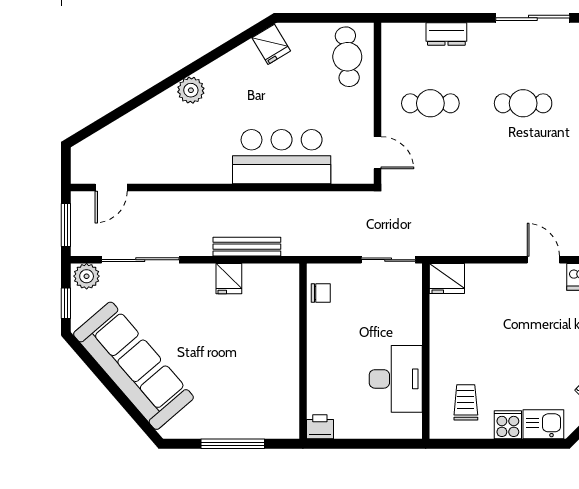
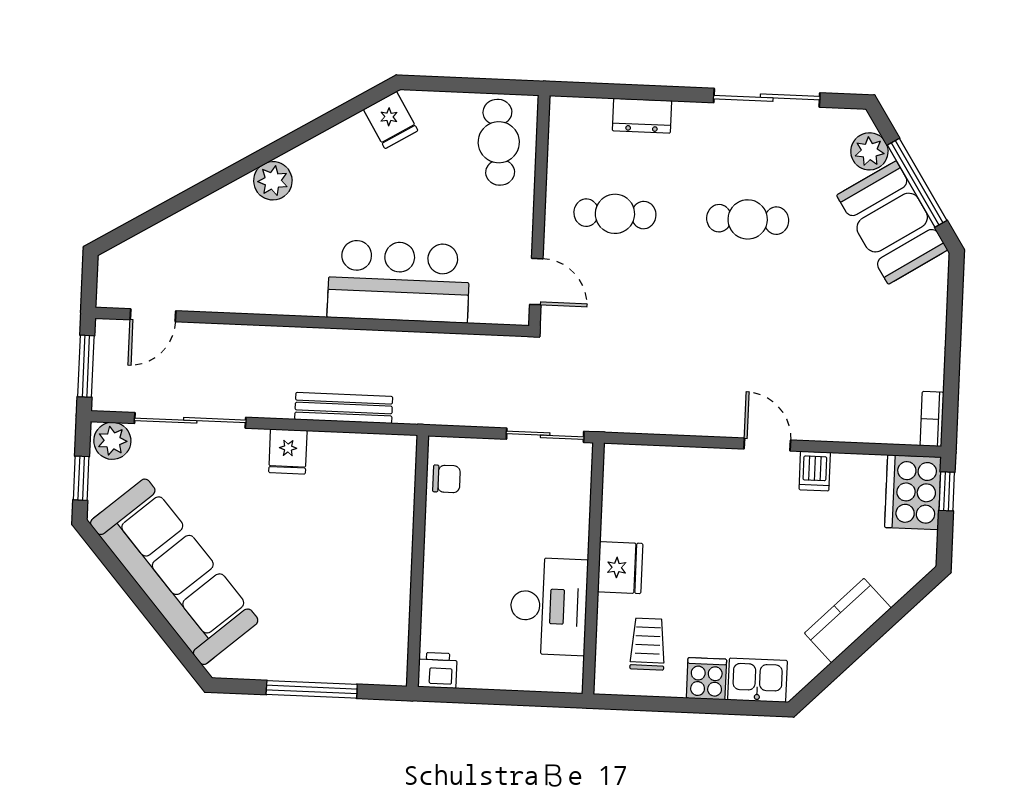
fridge: (447, 278) -> (620, 568), moved, turned -90
fridge: (229, 279) -> (288, 452), moved

